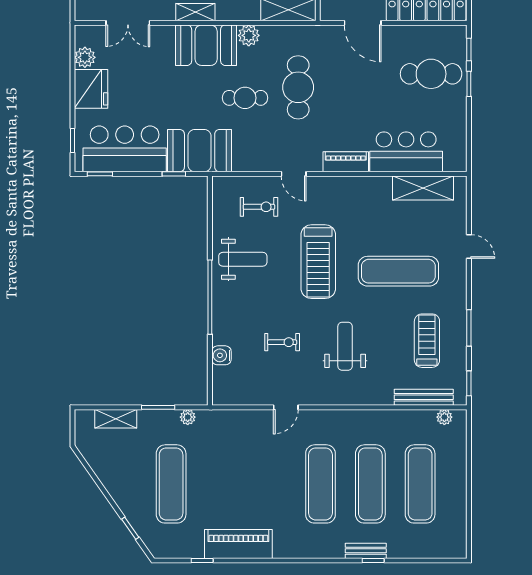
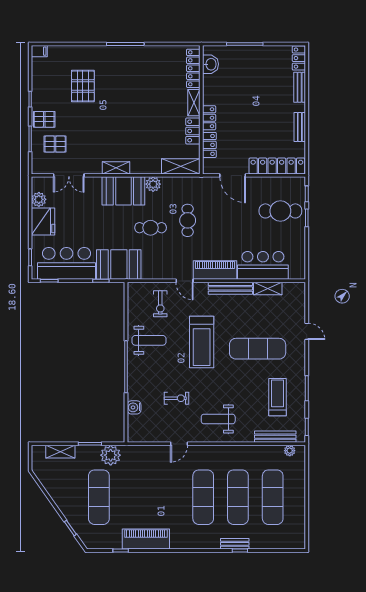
cafe table: (298, 87) -> (188, 220), width x0.73, depth x0.74
piano: (346, 162) -> (215, 270), width x1.37, depth x1.33
bench: (360, 185) -> (230, 288), added
shelving: (423, 188) -> (268, 289), width x0.67, depth x0.75
exercise bike: (259, 207) -> (160, 304), turned 90
weight bench: (345, 346) -> (218, 419), moved, turned -90
plant: (188, 417) -> (111, 455), width x1.88, depth x1.88

